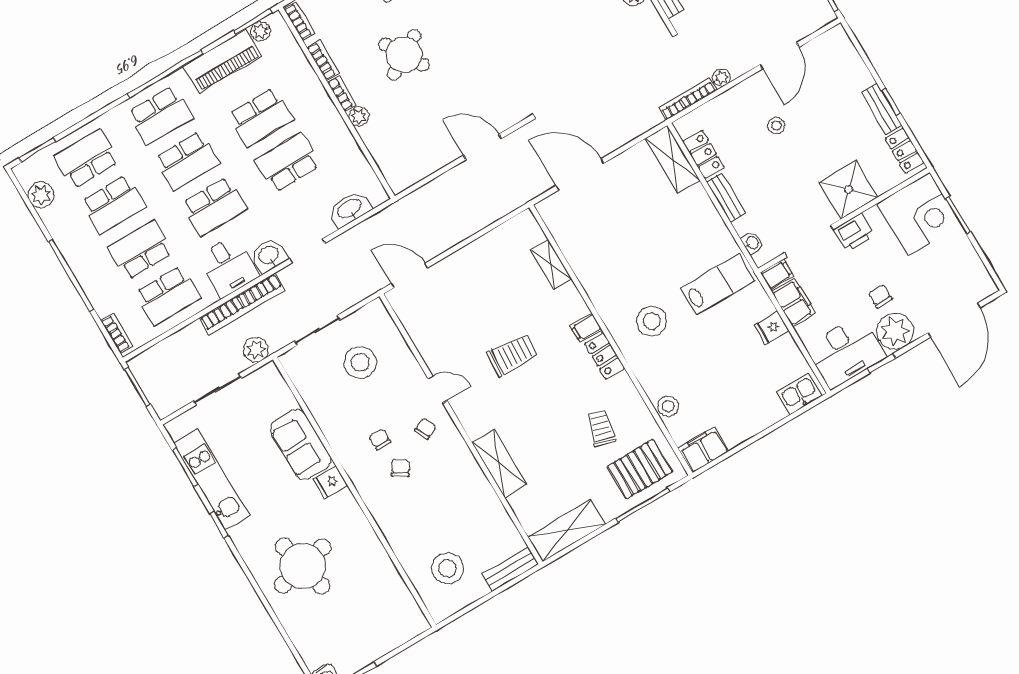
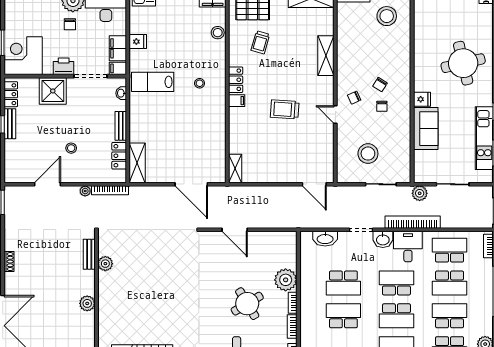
plant: (359, 116) -> (286, 280), width x1.87, depth x1.87
school desk: (187, 161) -> (396, 316), turned 180
shelving: (551, 265) -> (235, 169), moved
stool: (652, 321) -> (200, 83), width x0.53, depth x0.53

